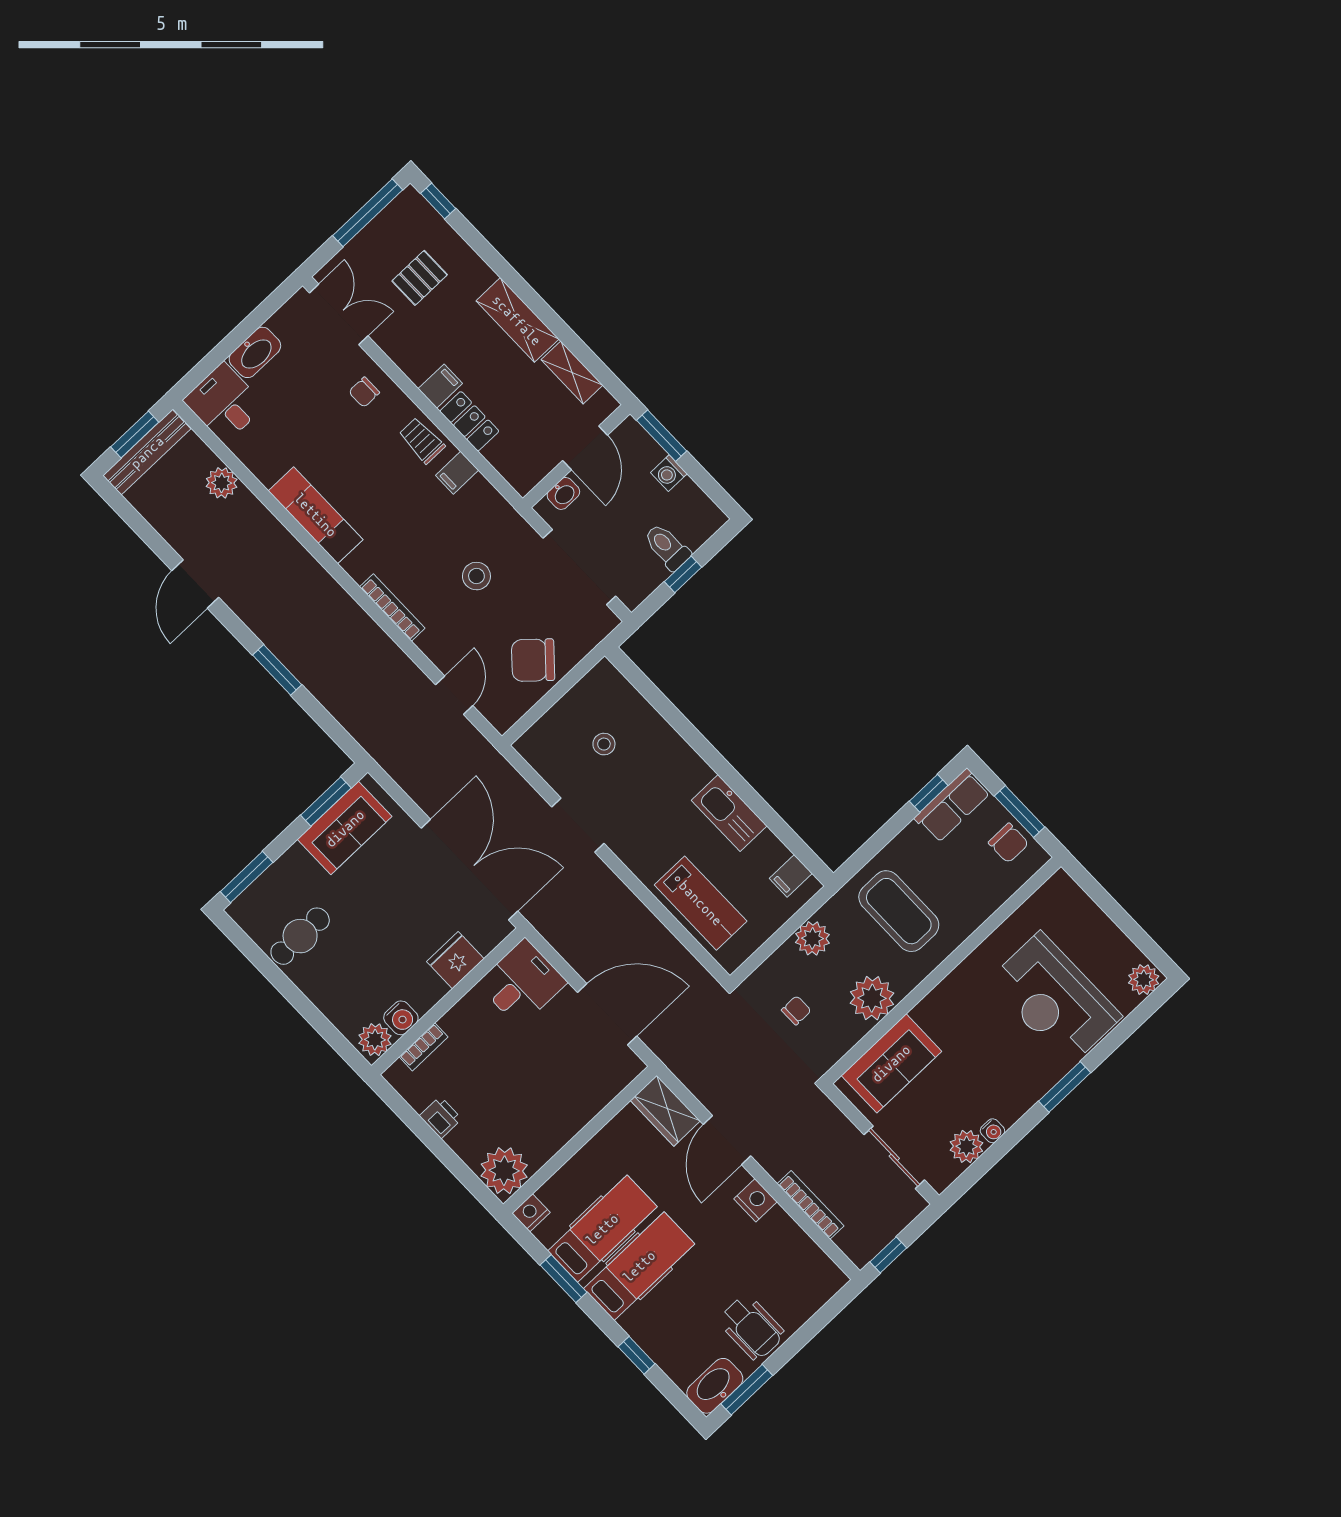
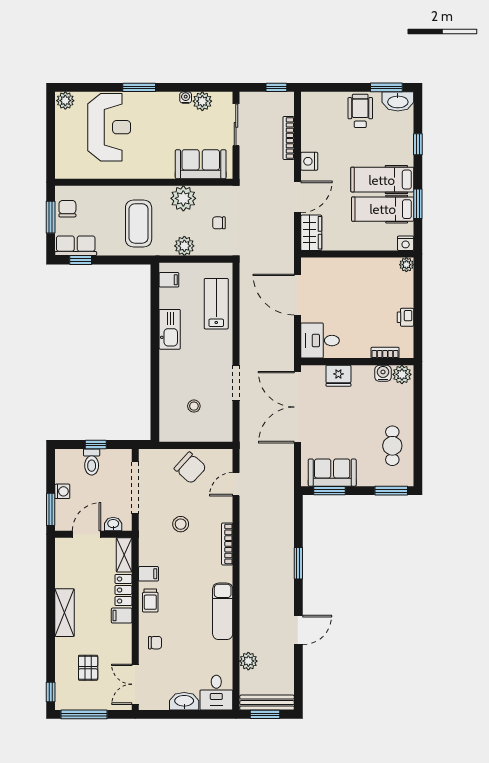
pallet: (420, 278) -> (88, 668), turned 90
shelving: (572, 372) -> (124, 555), moved
cafe table: (300, 936) -> (392, 446), turned 90
plant: (504, 1171) -> (406, 265), width x0.53, depth x0.53

